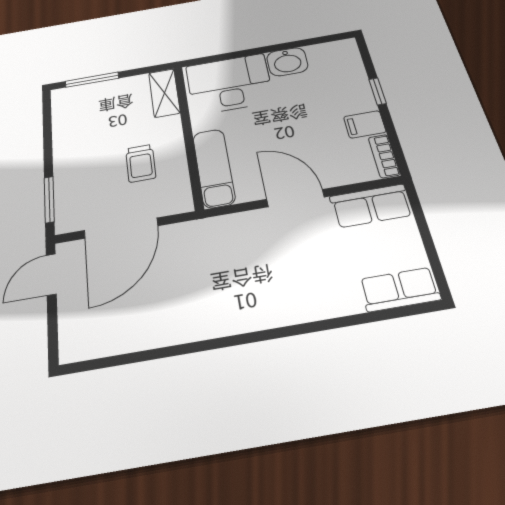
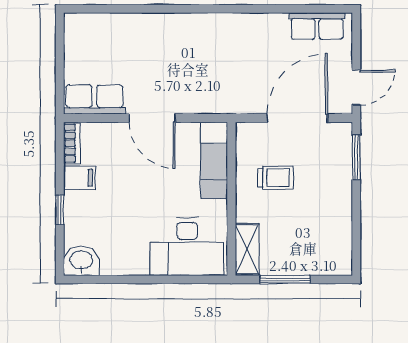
washbasin: (287, 62) -> (81, 261), moved
window: (92, 80) -> (285, 279), moved
trolley: (141, 163) -> (276, 178), turned 90
row of seats: (400, 289) -> (317, 26), moved

